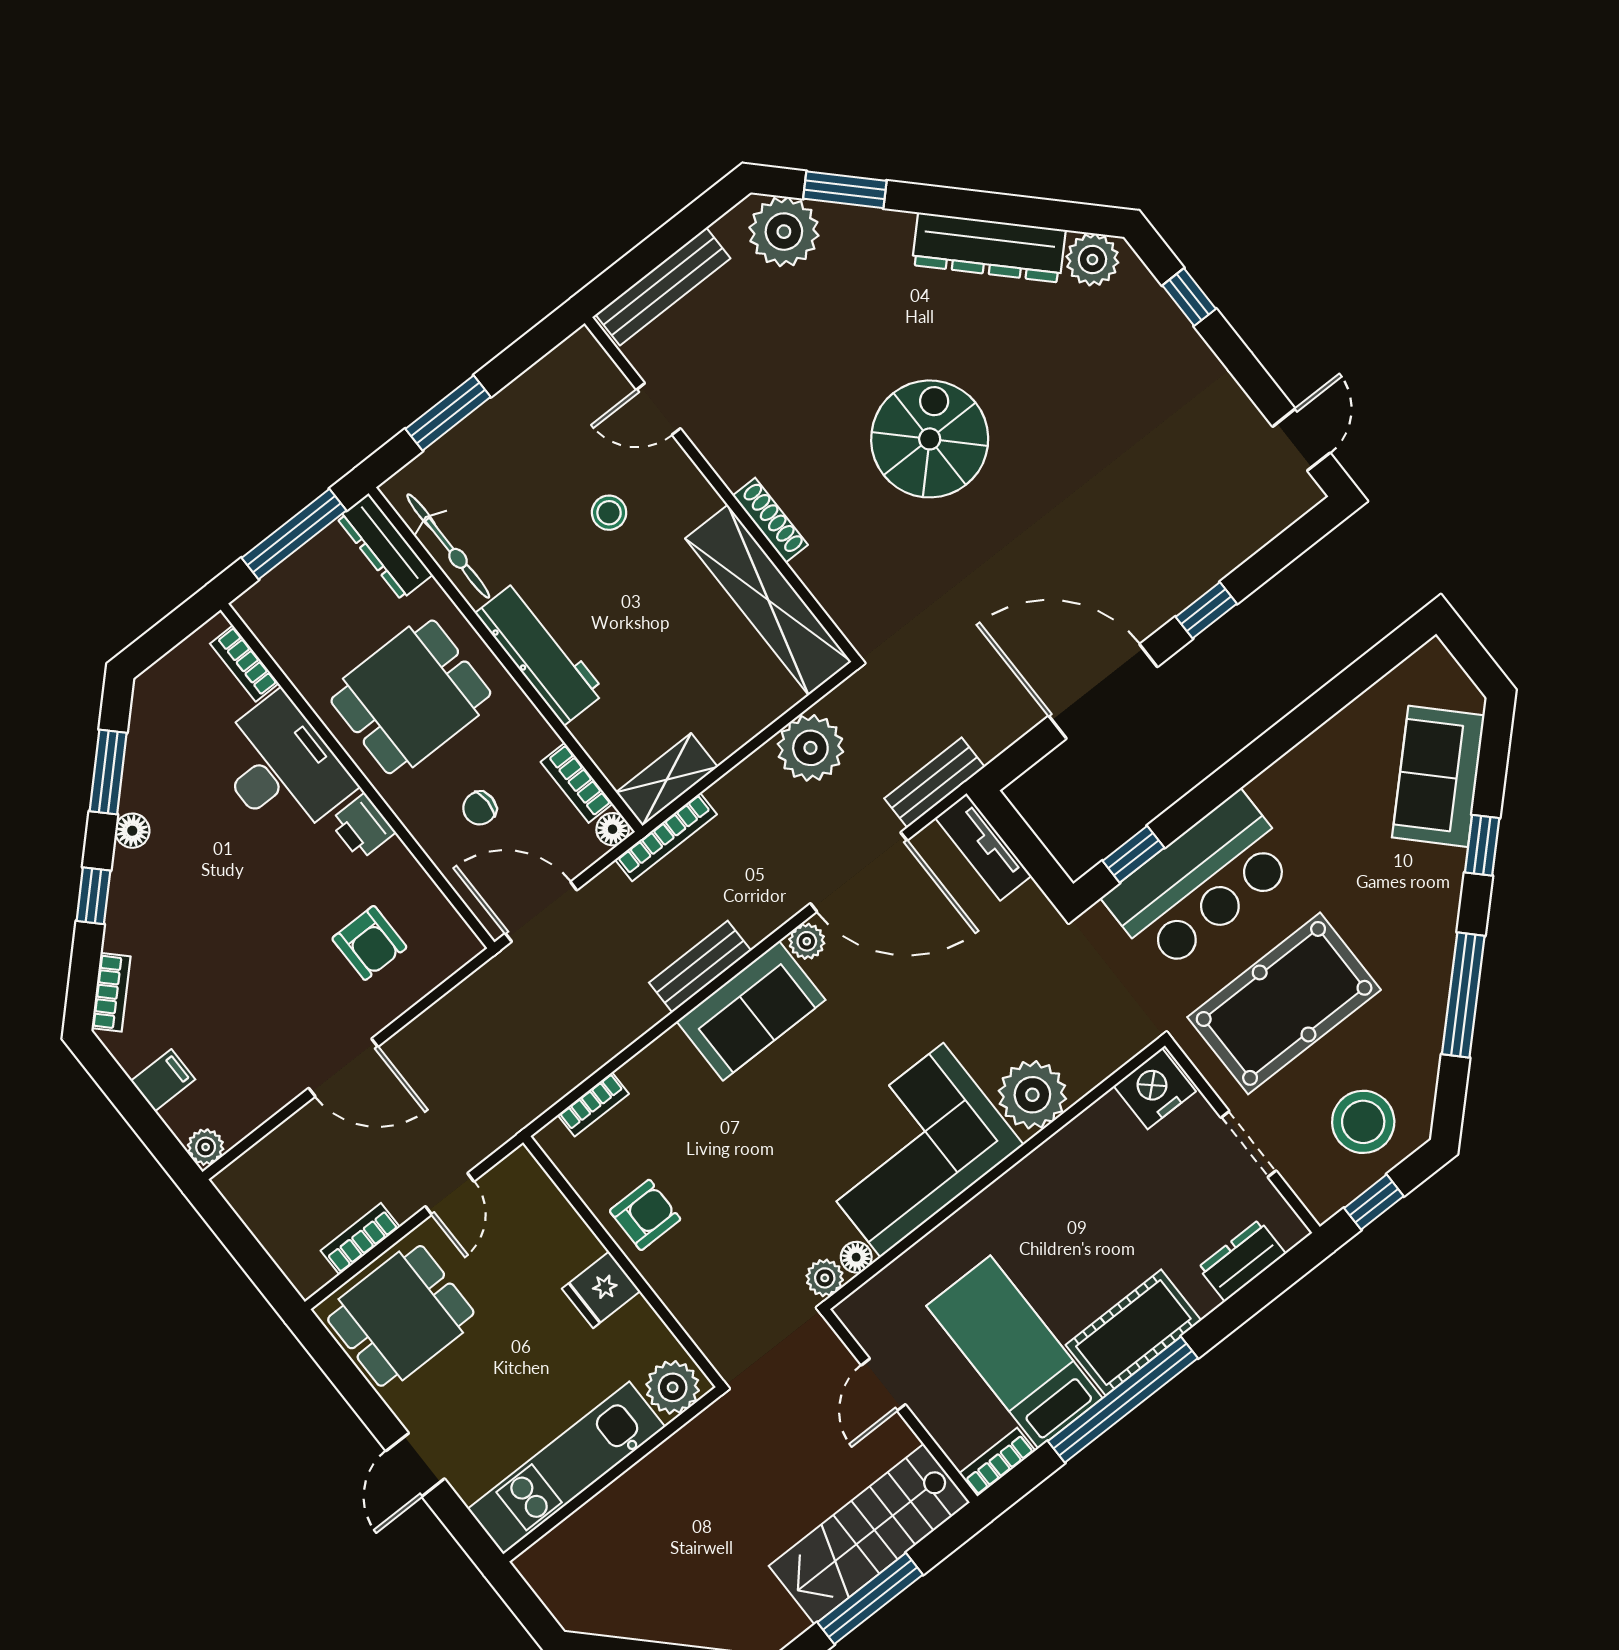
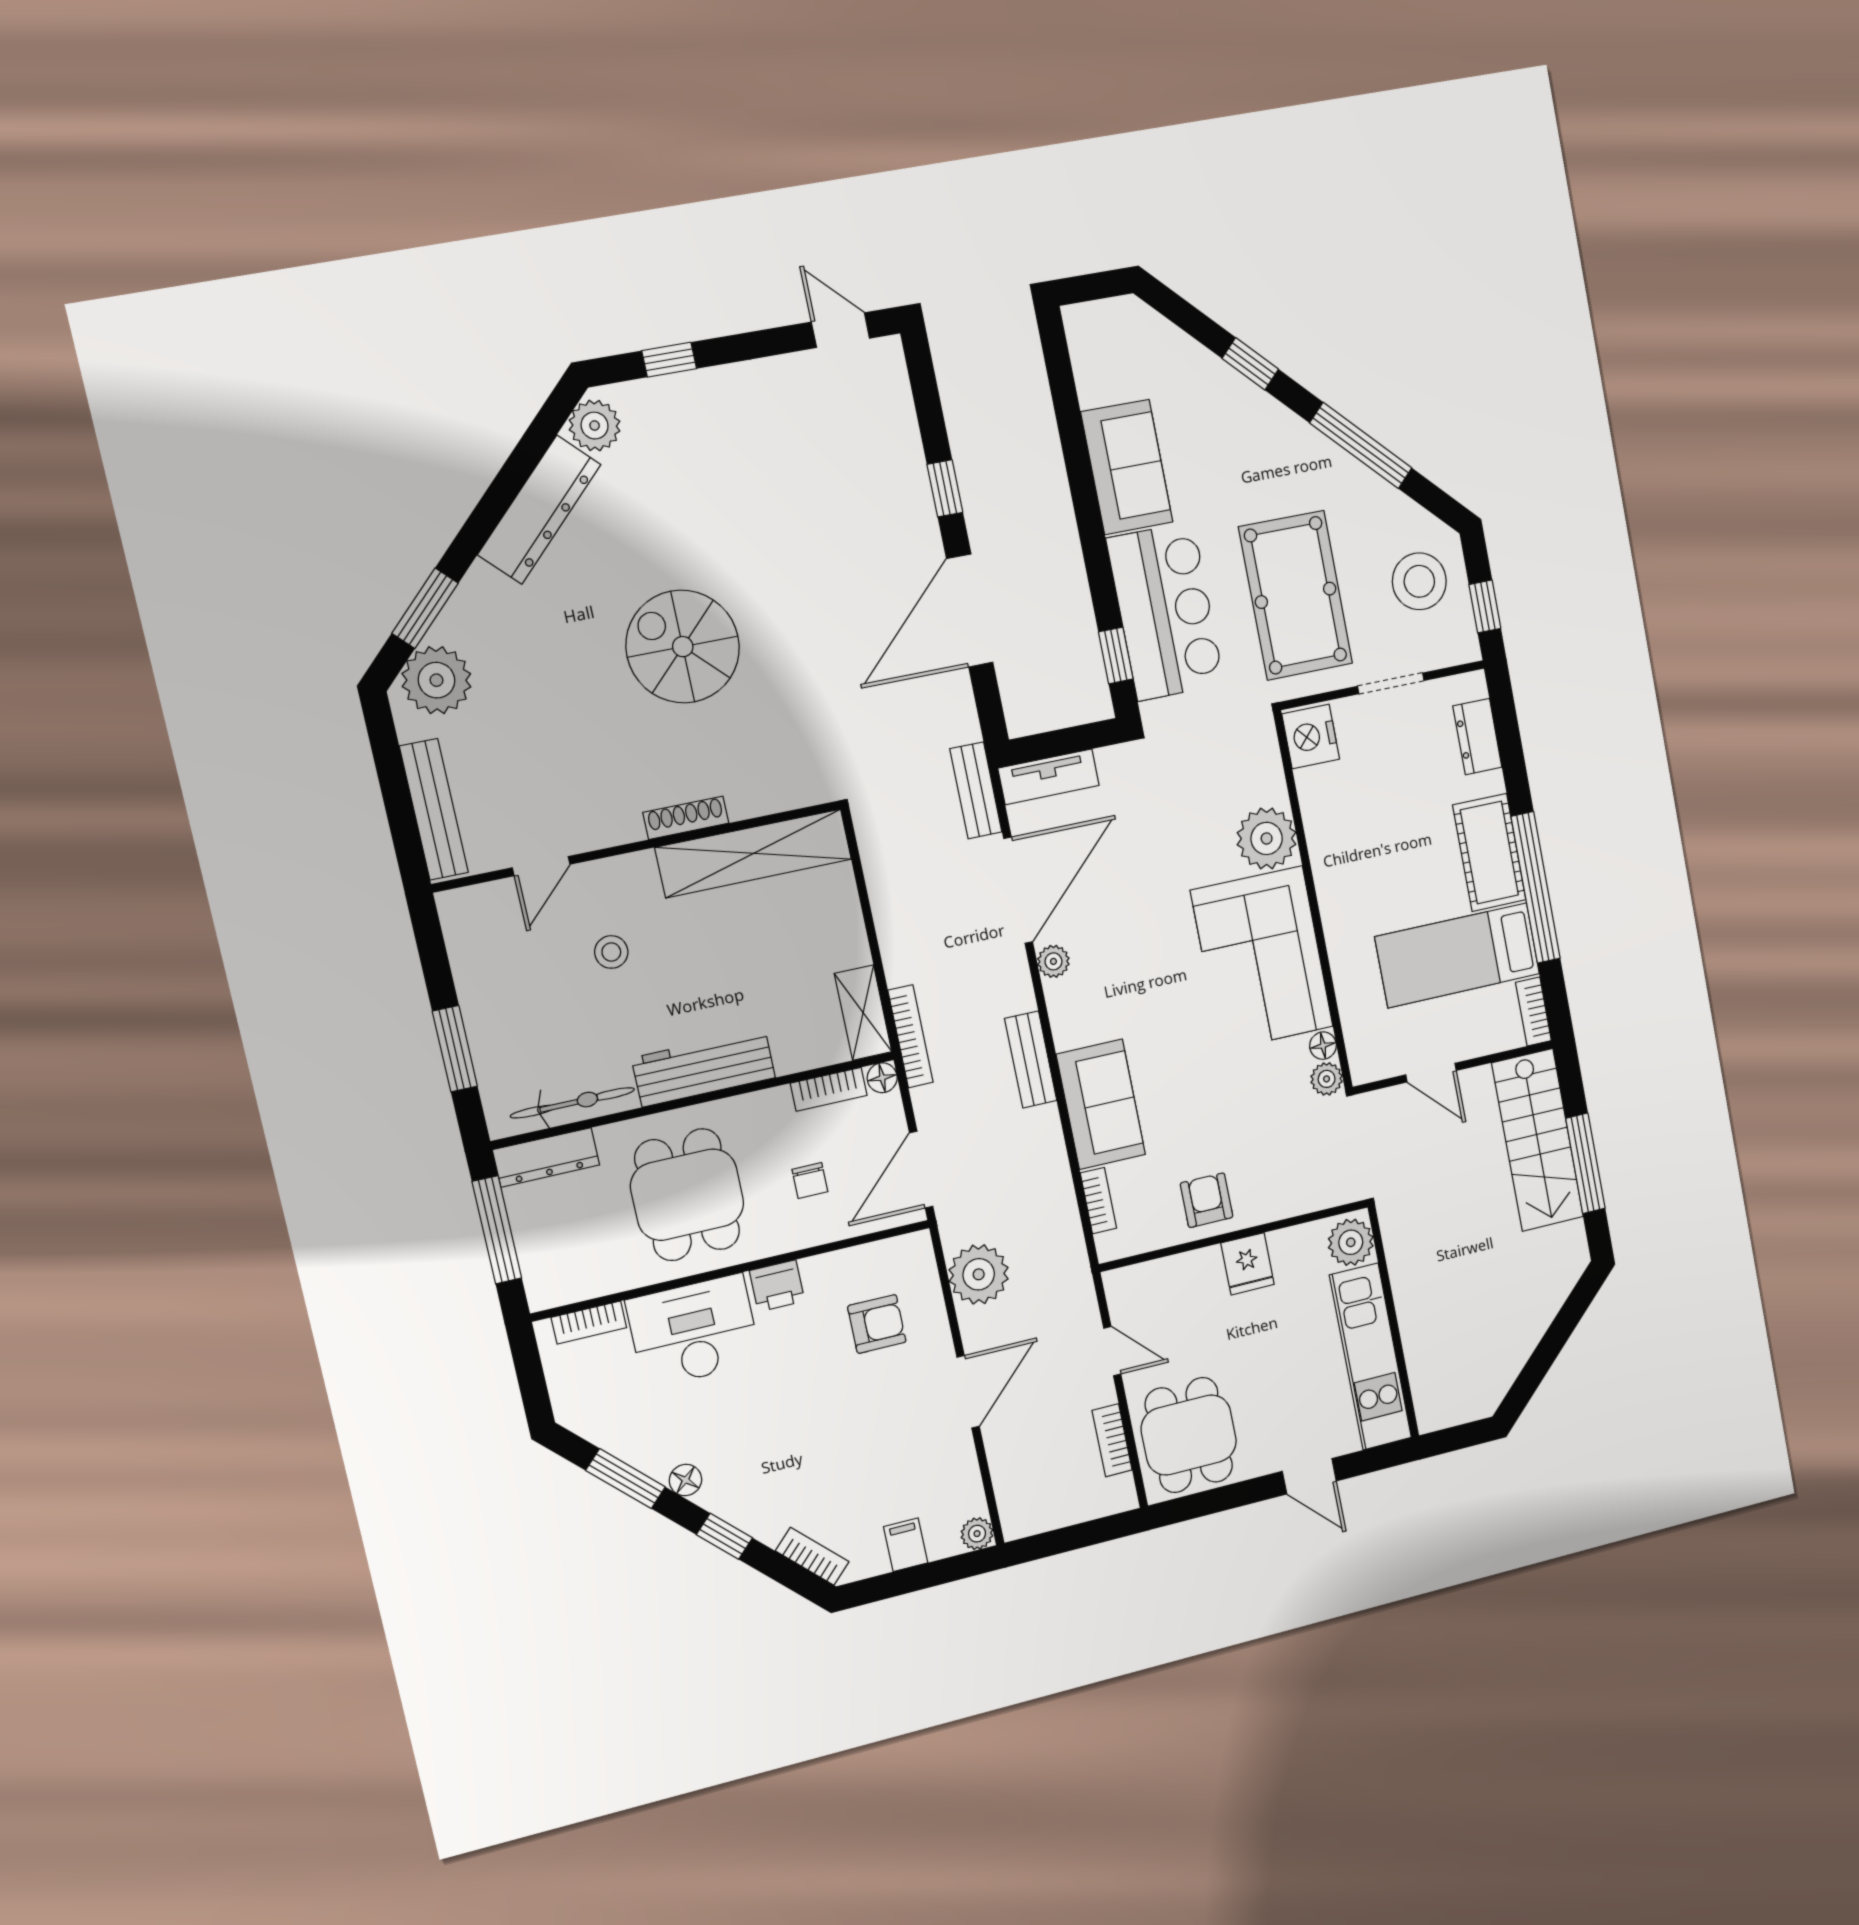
plant: (810, 748) -> (979, 1274), moved
sofa: (1438, 776) -> (1127, 467), moved, turned -135
sofa: (751, 1011) -> (1101, 1104), moved

